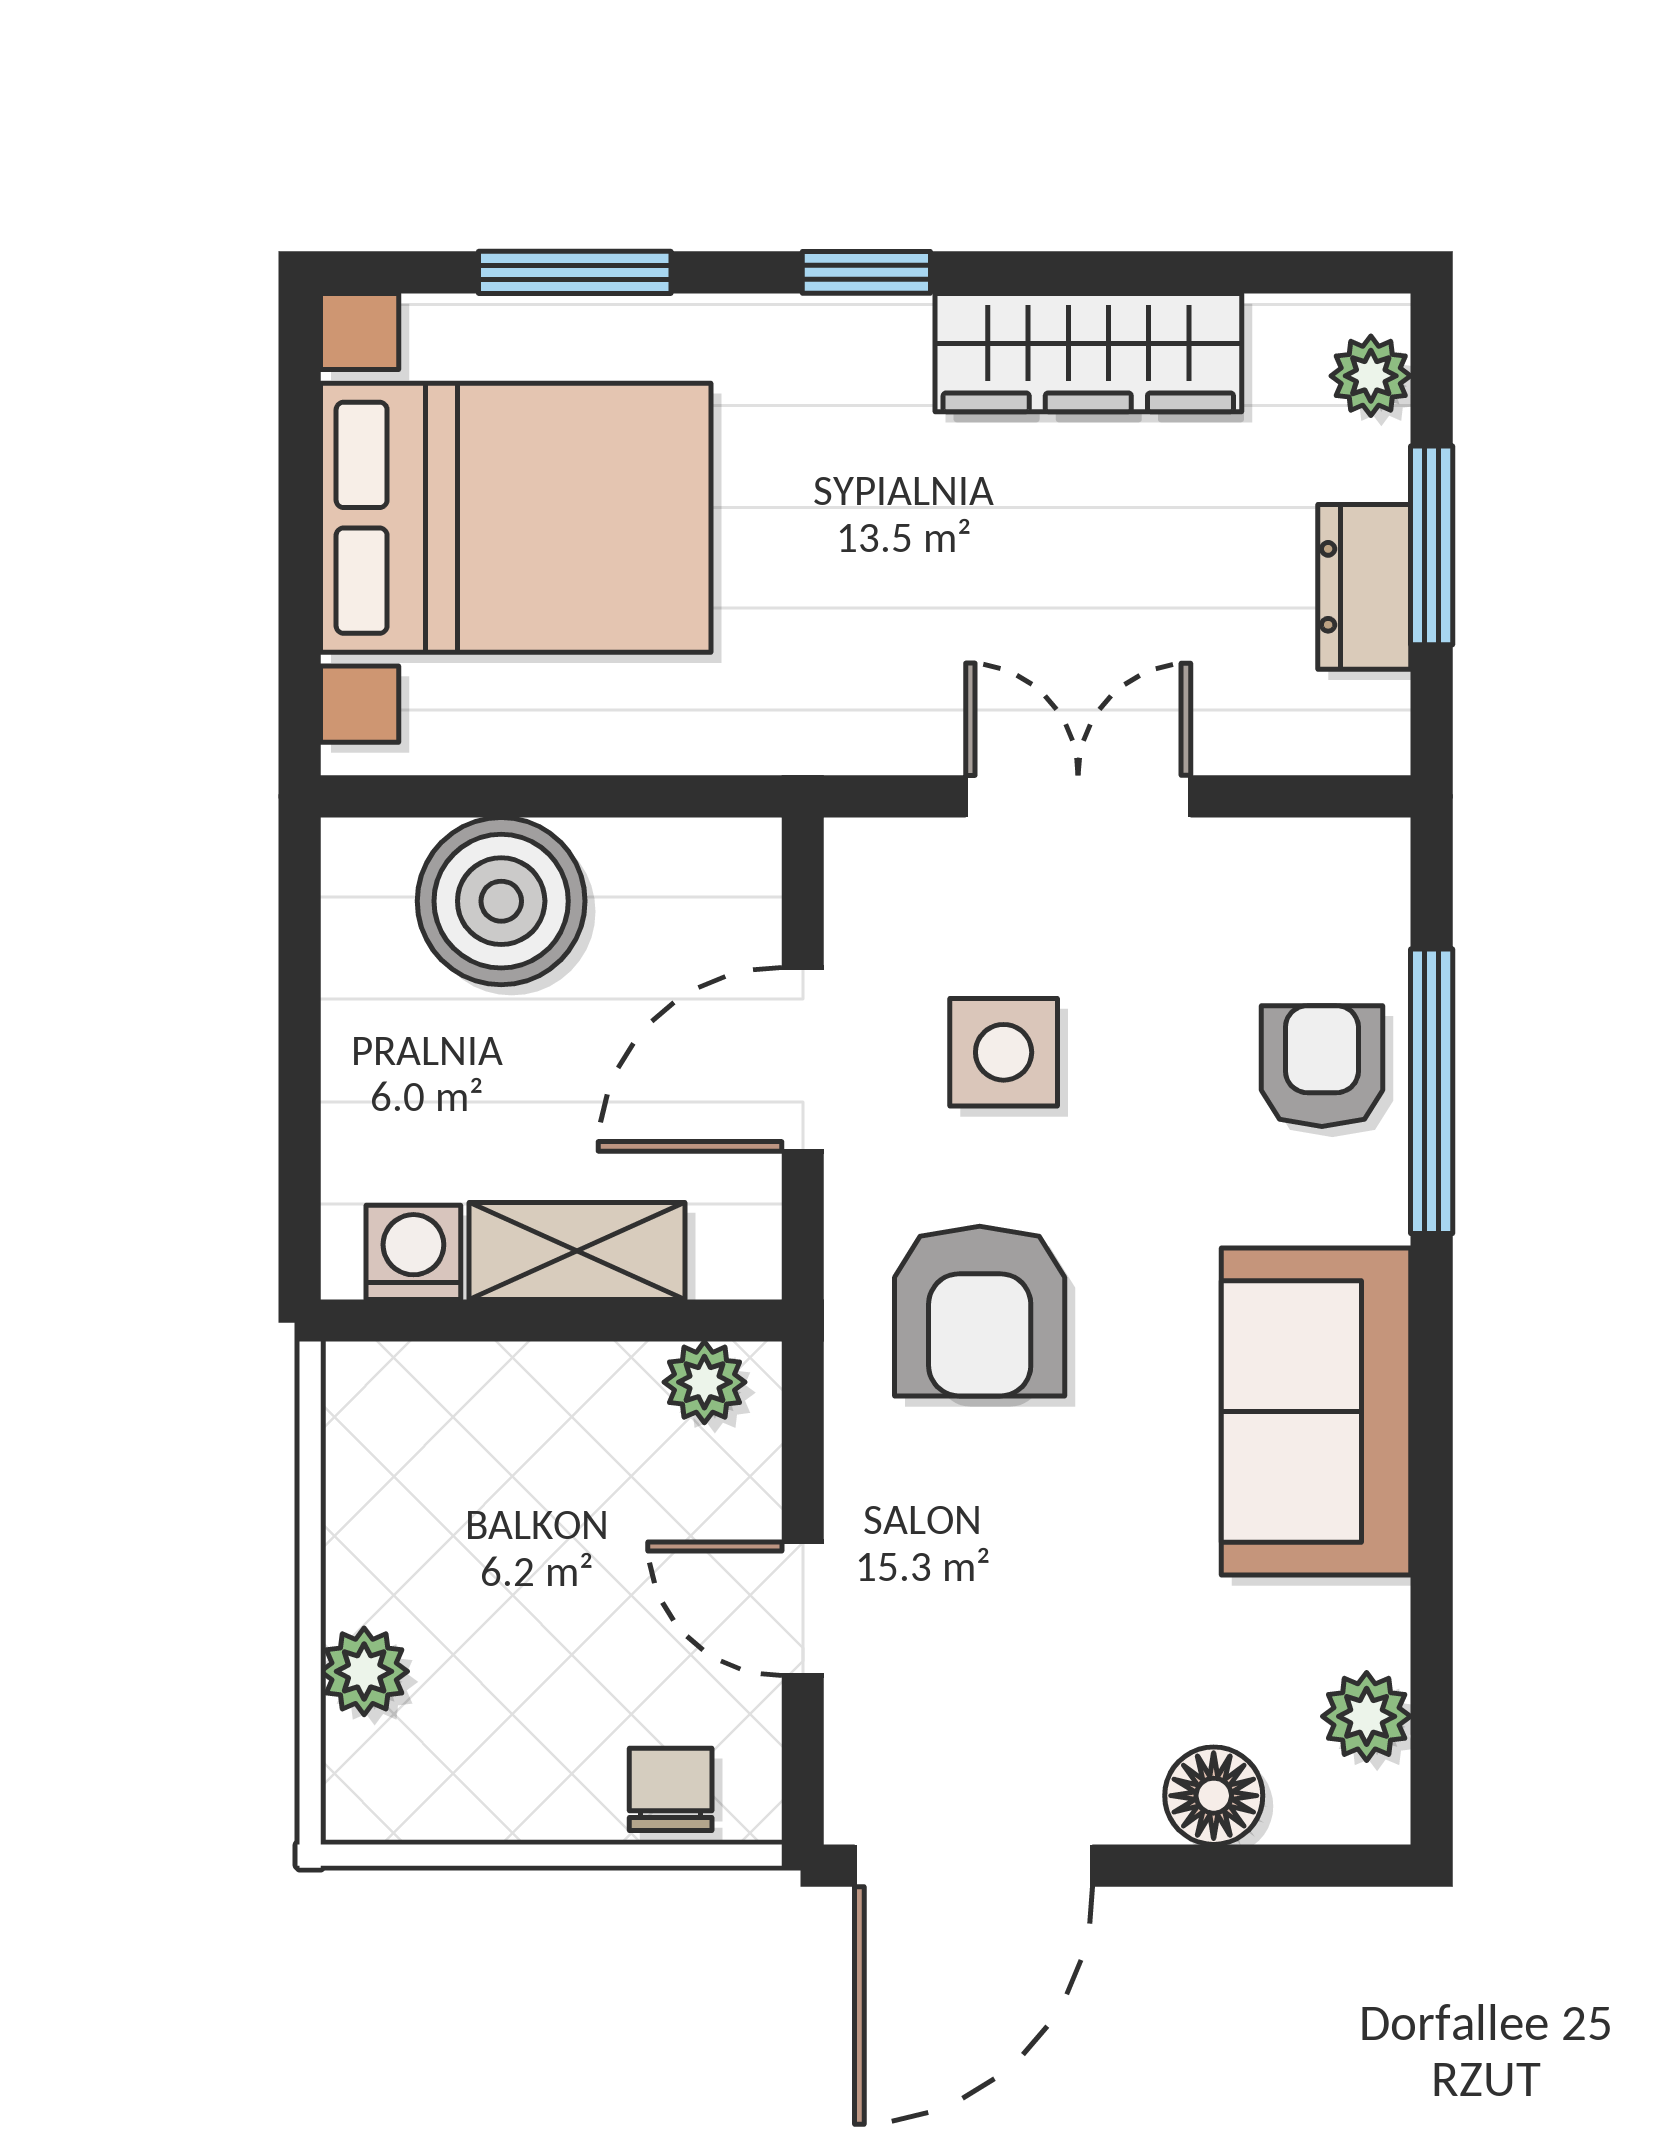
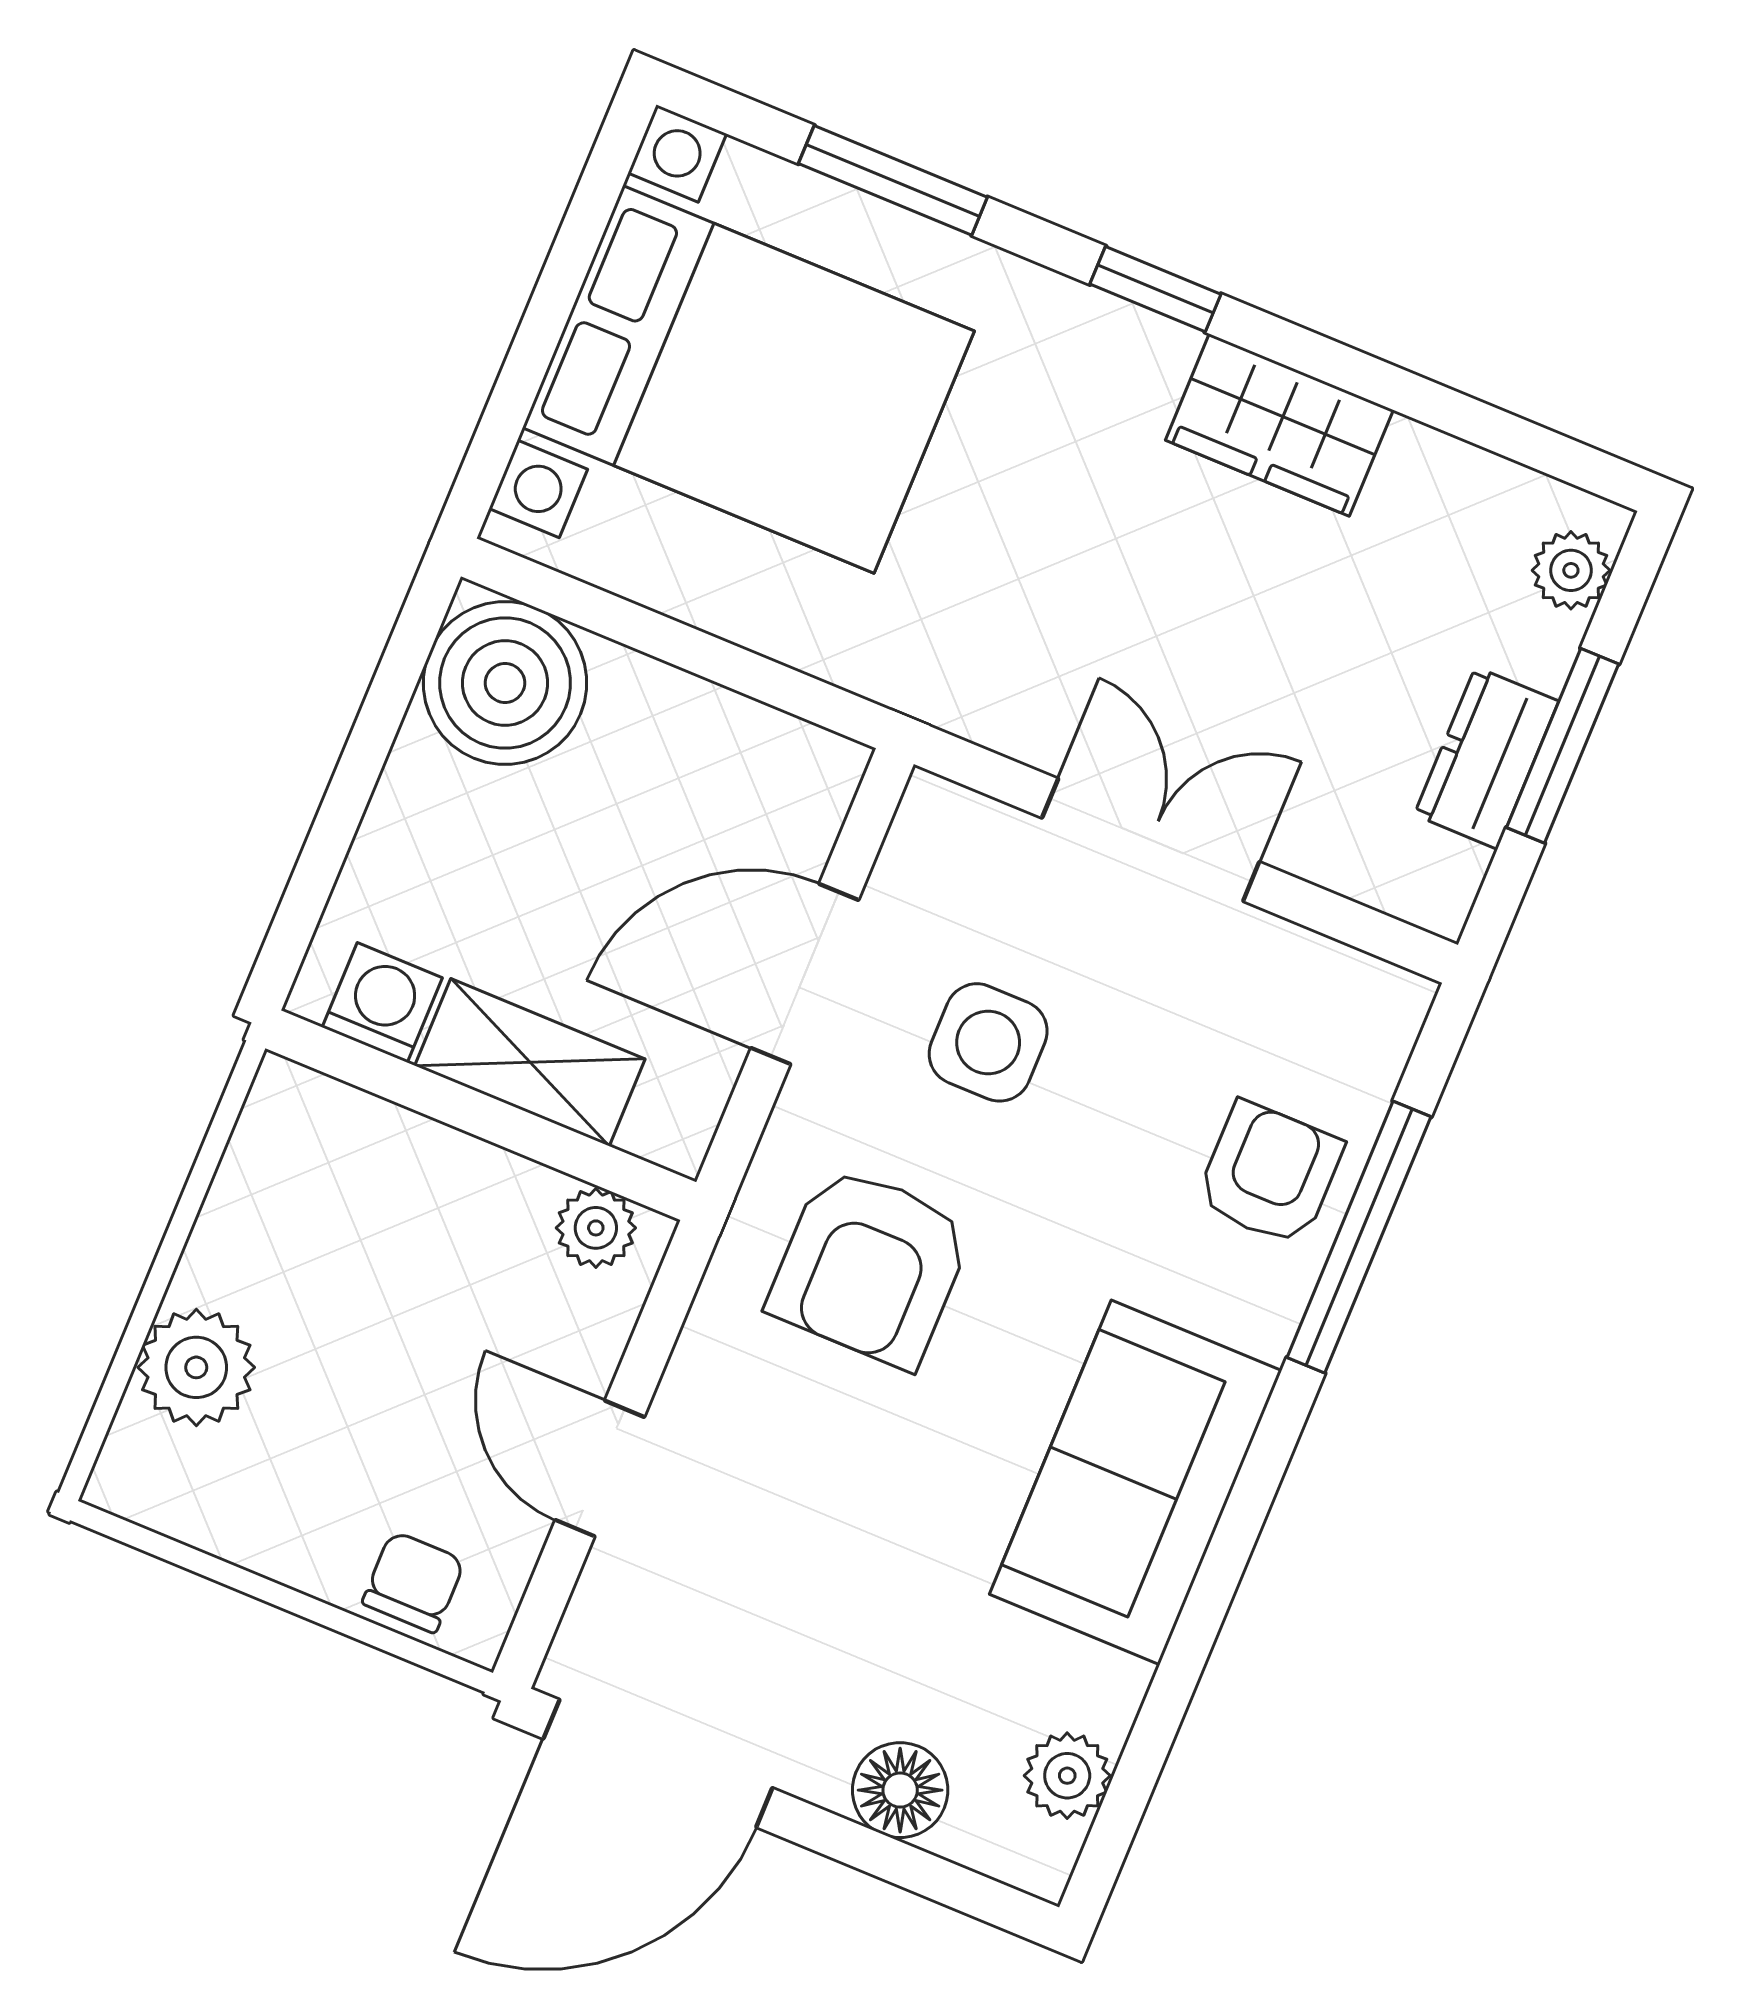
wardrobe: (1088, 353) -> (1279, 425), width x0.67
boiler: (501, 901) -> (505, 683), moved
plant: (364, 1671) -> (196, 1367), width x1.38, depth x1.38

